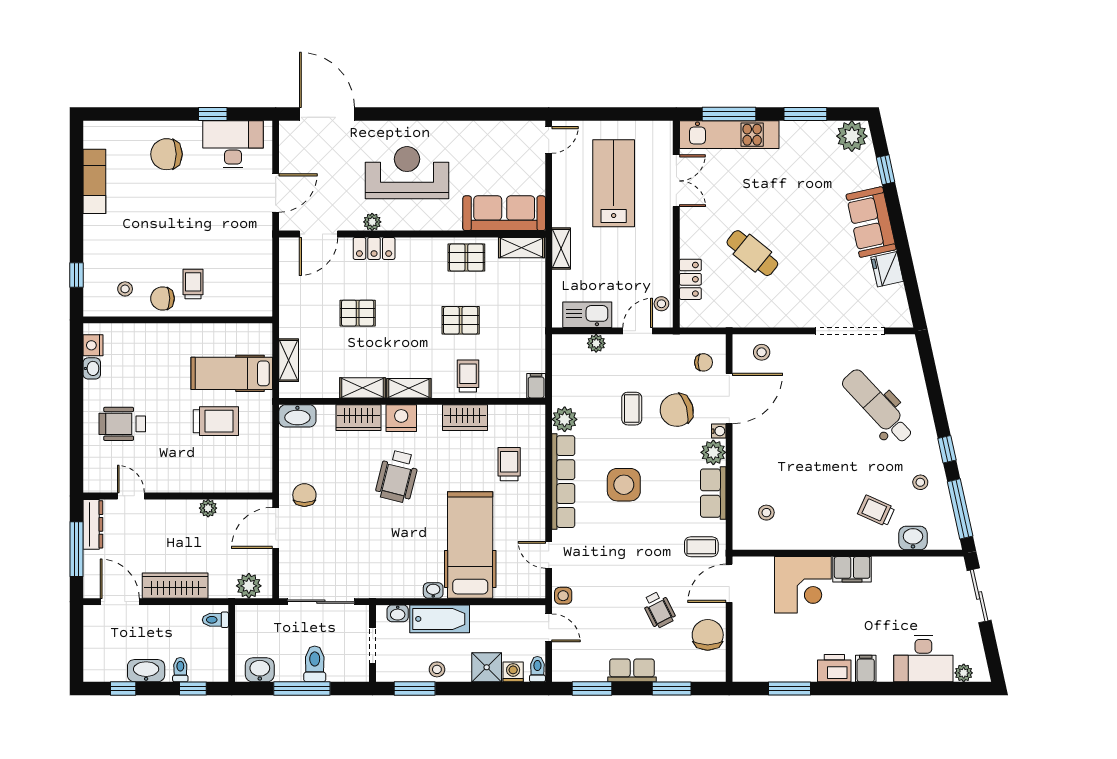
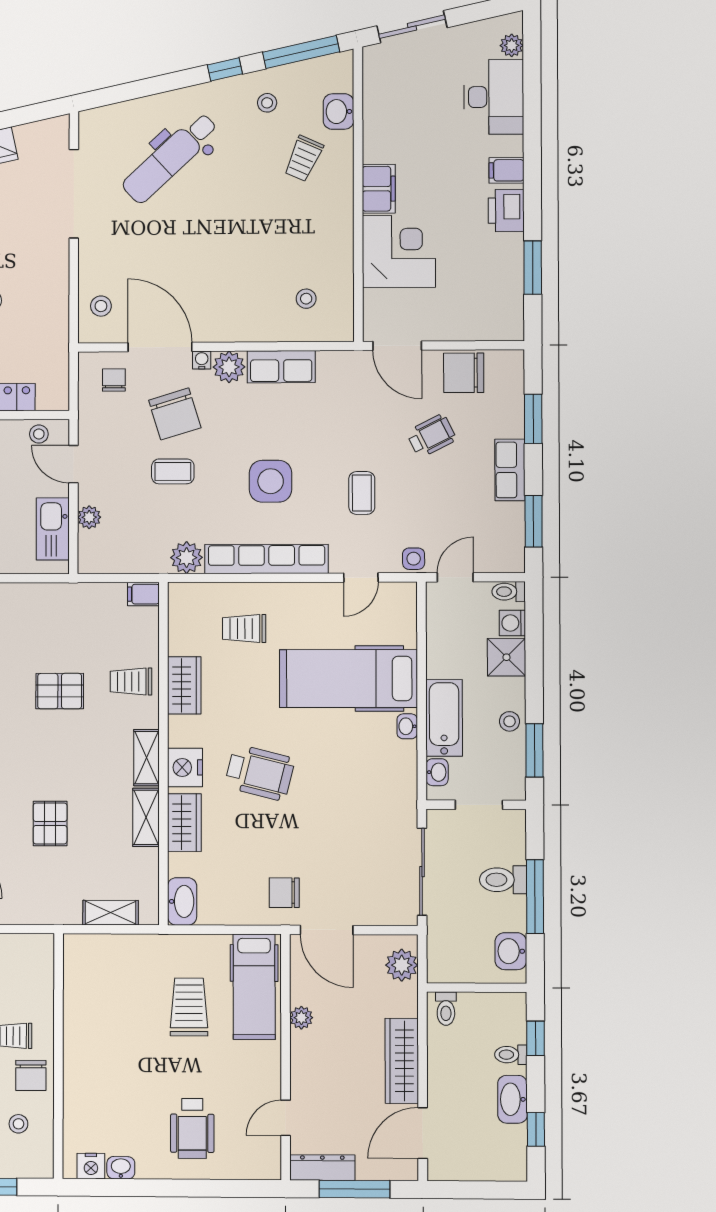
pallet: (461, 320) -> (60, 691), turned 90
hospital bed: (232, 373) -> (254, 987), moved
coffee table: (701, 547) -> (362, 493), moved

